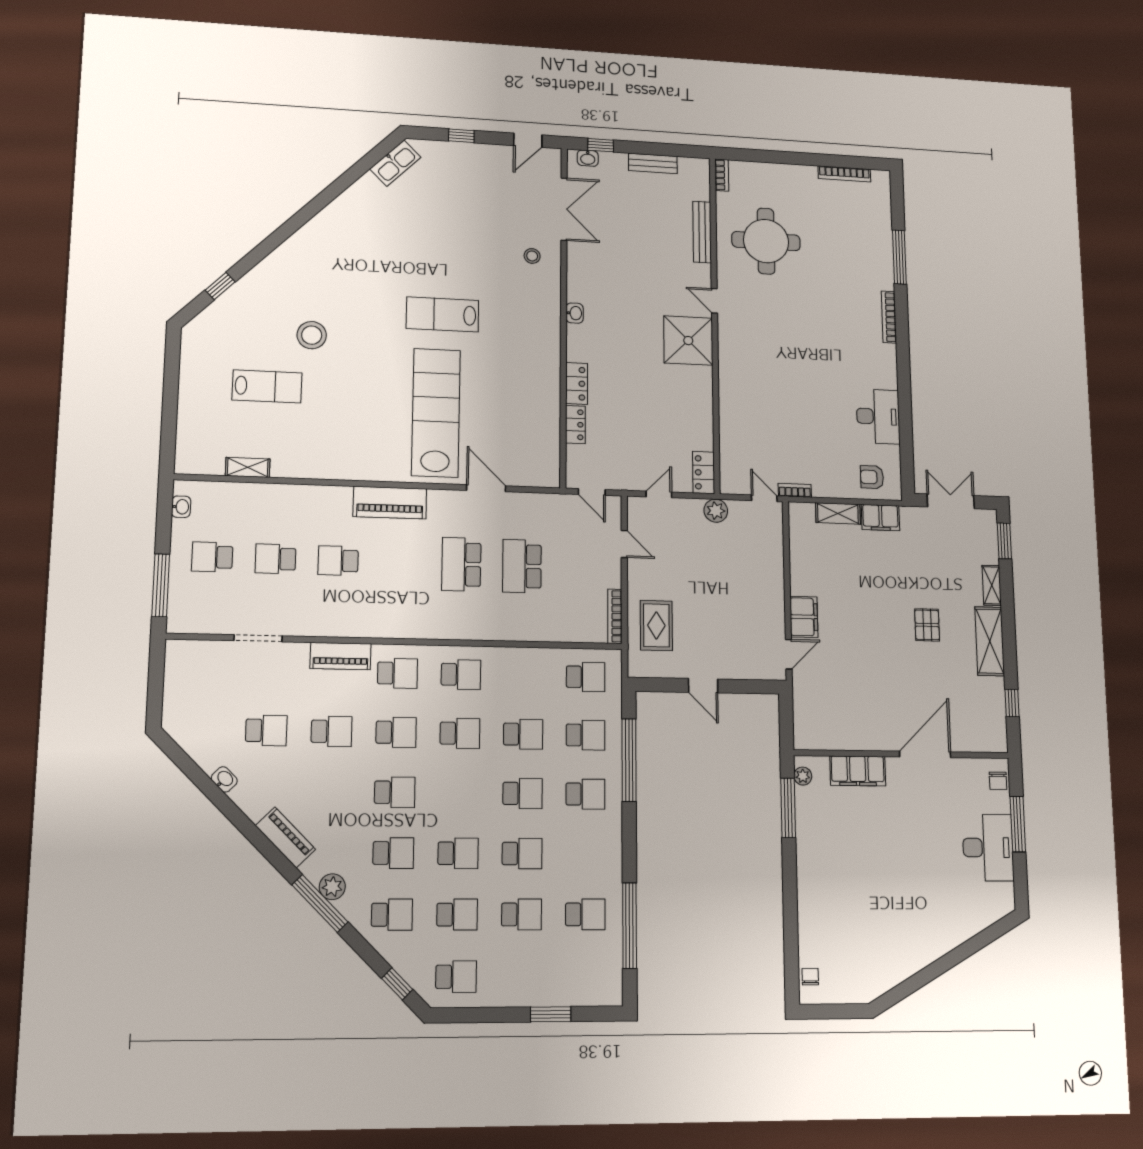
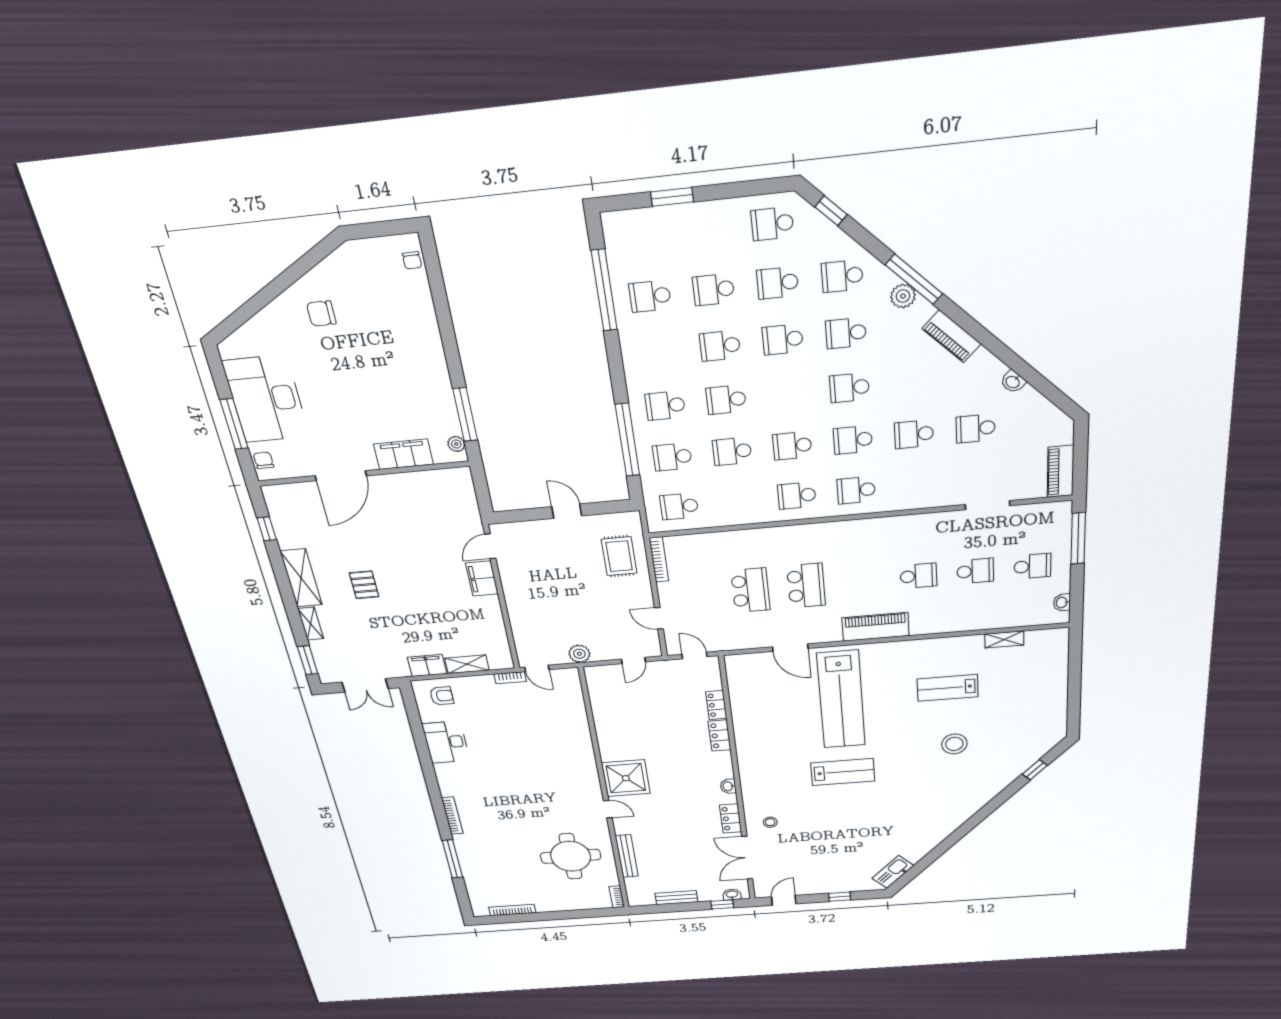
lab bench: (267, 386) -> (948, 688), moved
locker: (704, 472) -> (731, 818), moved, turned 180
piano: (341, 656) -> (1061, 471), moved, turned -90
desk: (988, 848) -> (266, 399), width x1.36, depth x1.30
chair: (908, 932) -> (321, 314), added

